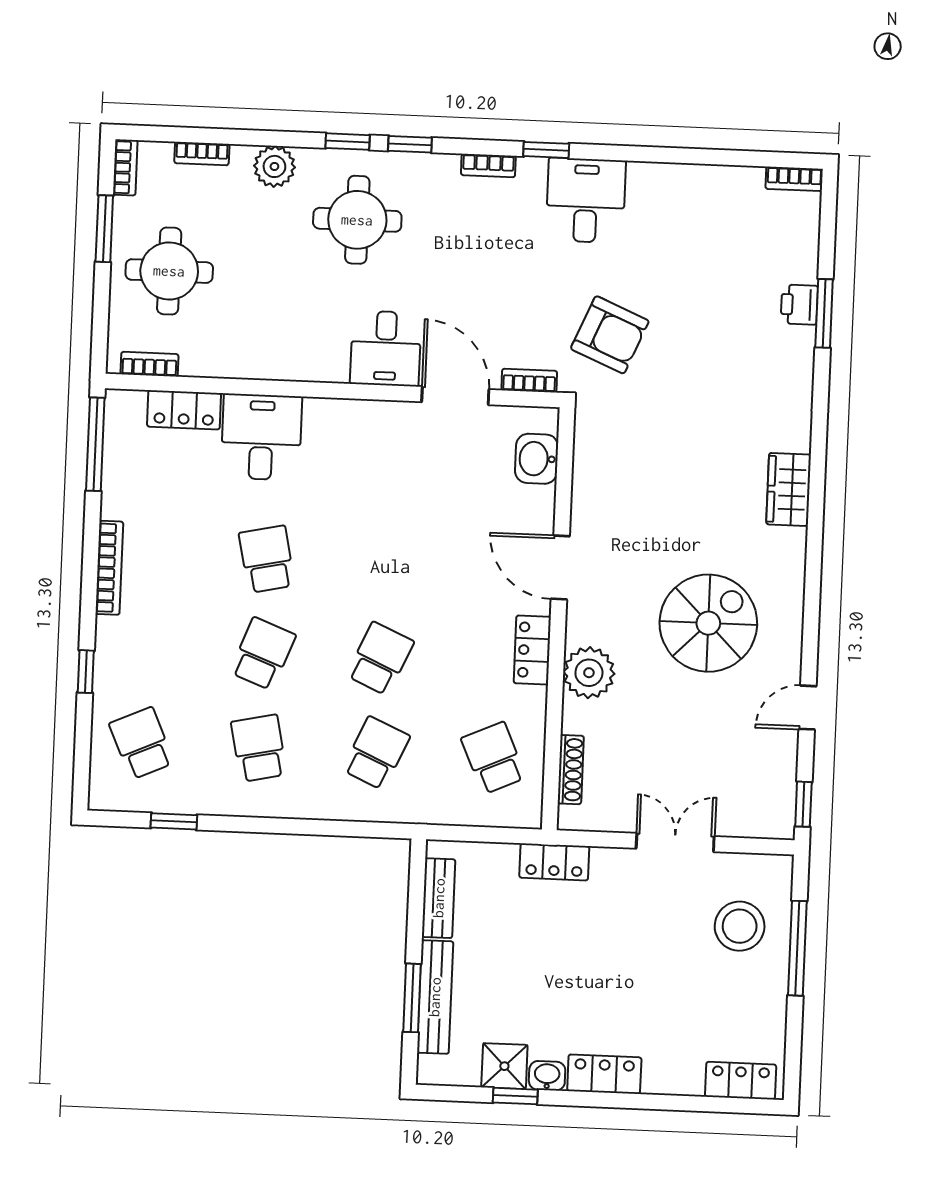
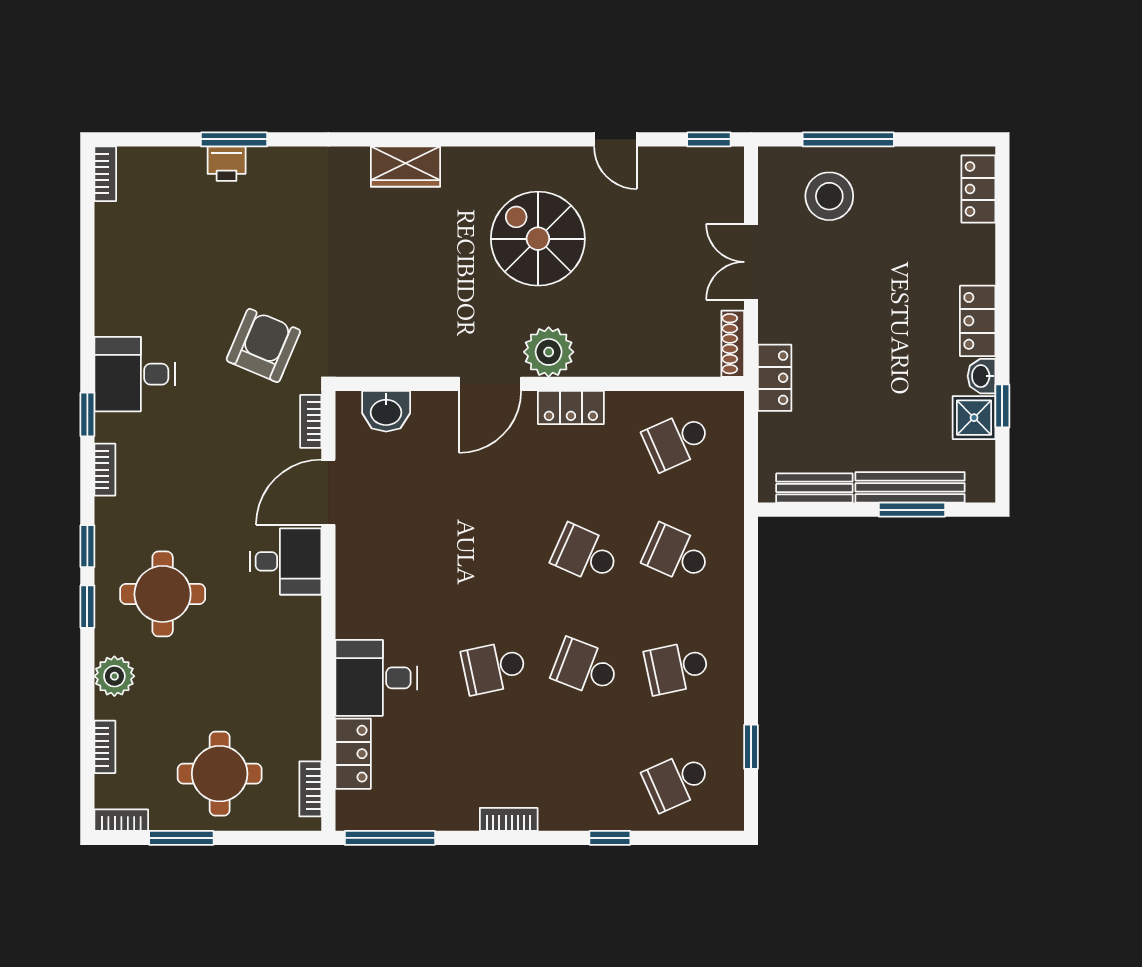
bookcase: (109, 568) -> (509, 819), width x0.64
plant: (589, 673) -> (549, 352), moved
shoe rack: (571, 770) -> (733, 344), moved, turned -90

